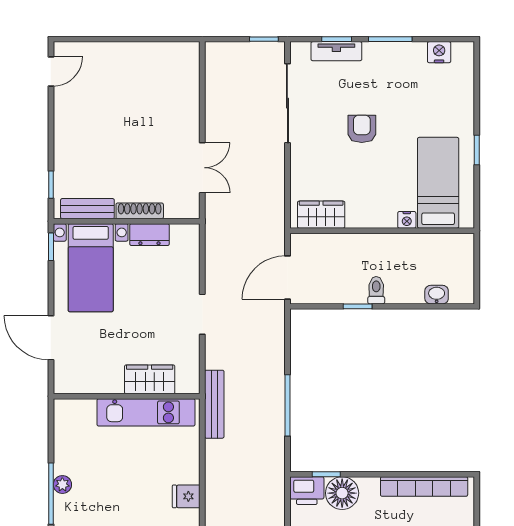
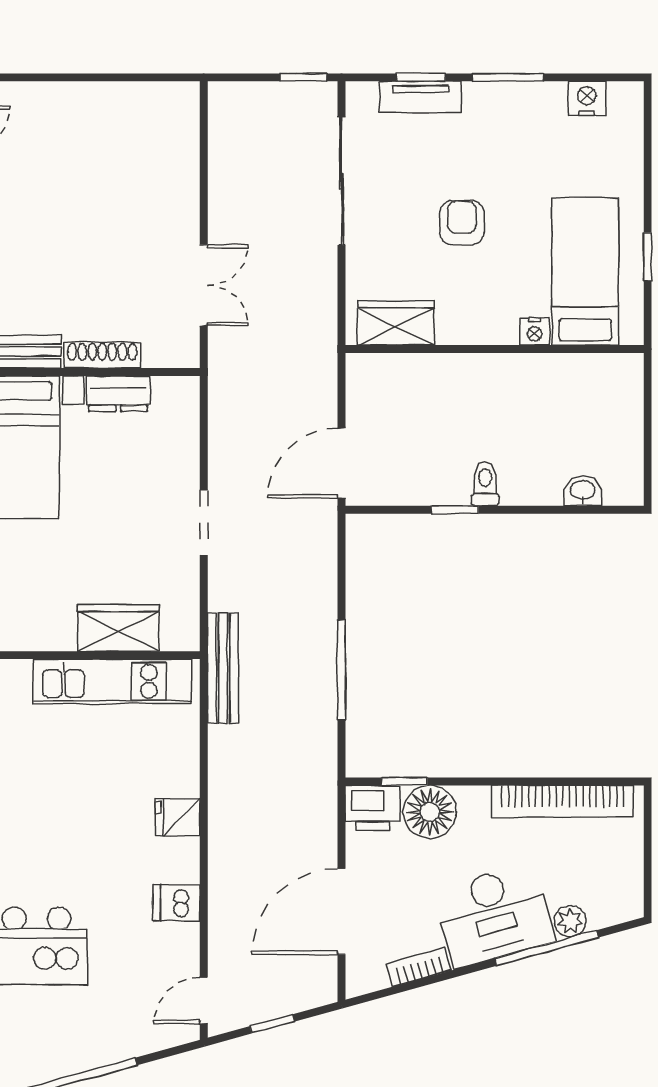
bed: (438, 183) -> (585, 272), moved
wardrobe: (321, 215) -> (396, 323), moved
nightstand: (407, 220) -> (535, 332), moved
wall: (382, 231) -> (495, 349), moved

